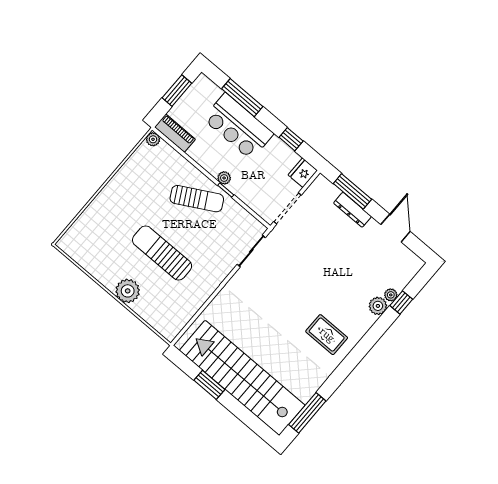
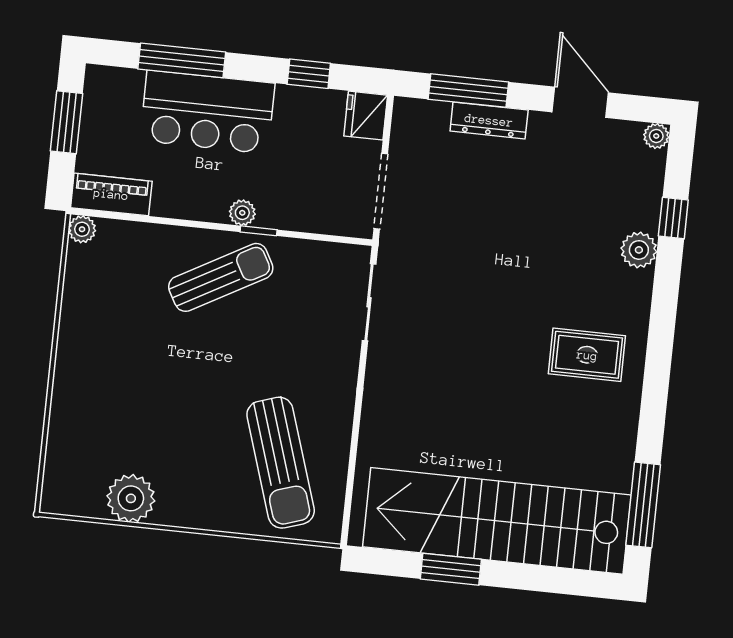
sun lounger: (162, 253) -> (281, 463), moved, turned -108
plant: (128, 291) -> (131, 498), moved
plant: (391, 295) -> (656, 136), moved

